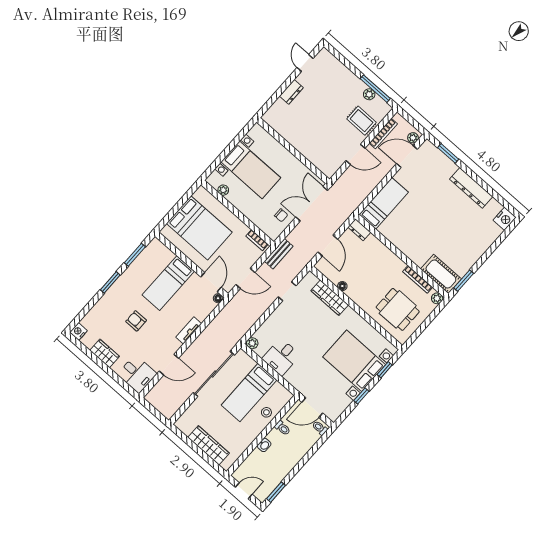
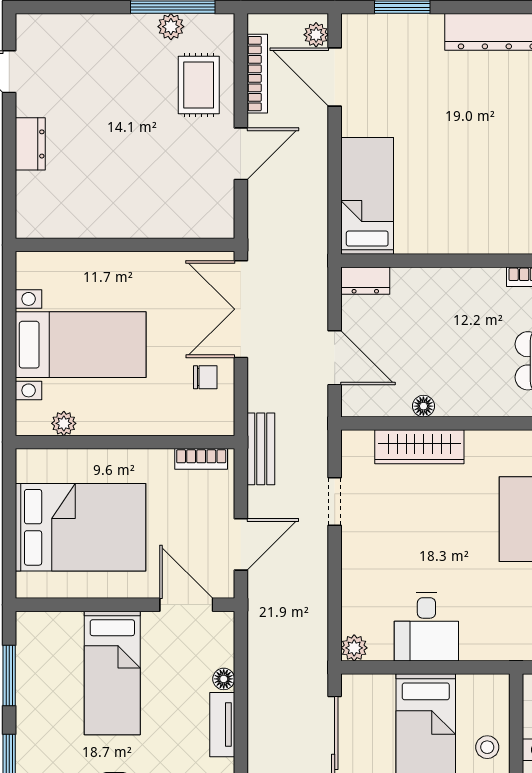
rug: (362, 121) -> (199, 85), turned 90
door: (407, 156) -> (335, 77), hinge flipped
floor lamp: (218, 298) -> (224, 679), moved

